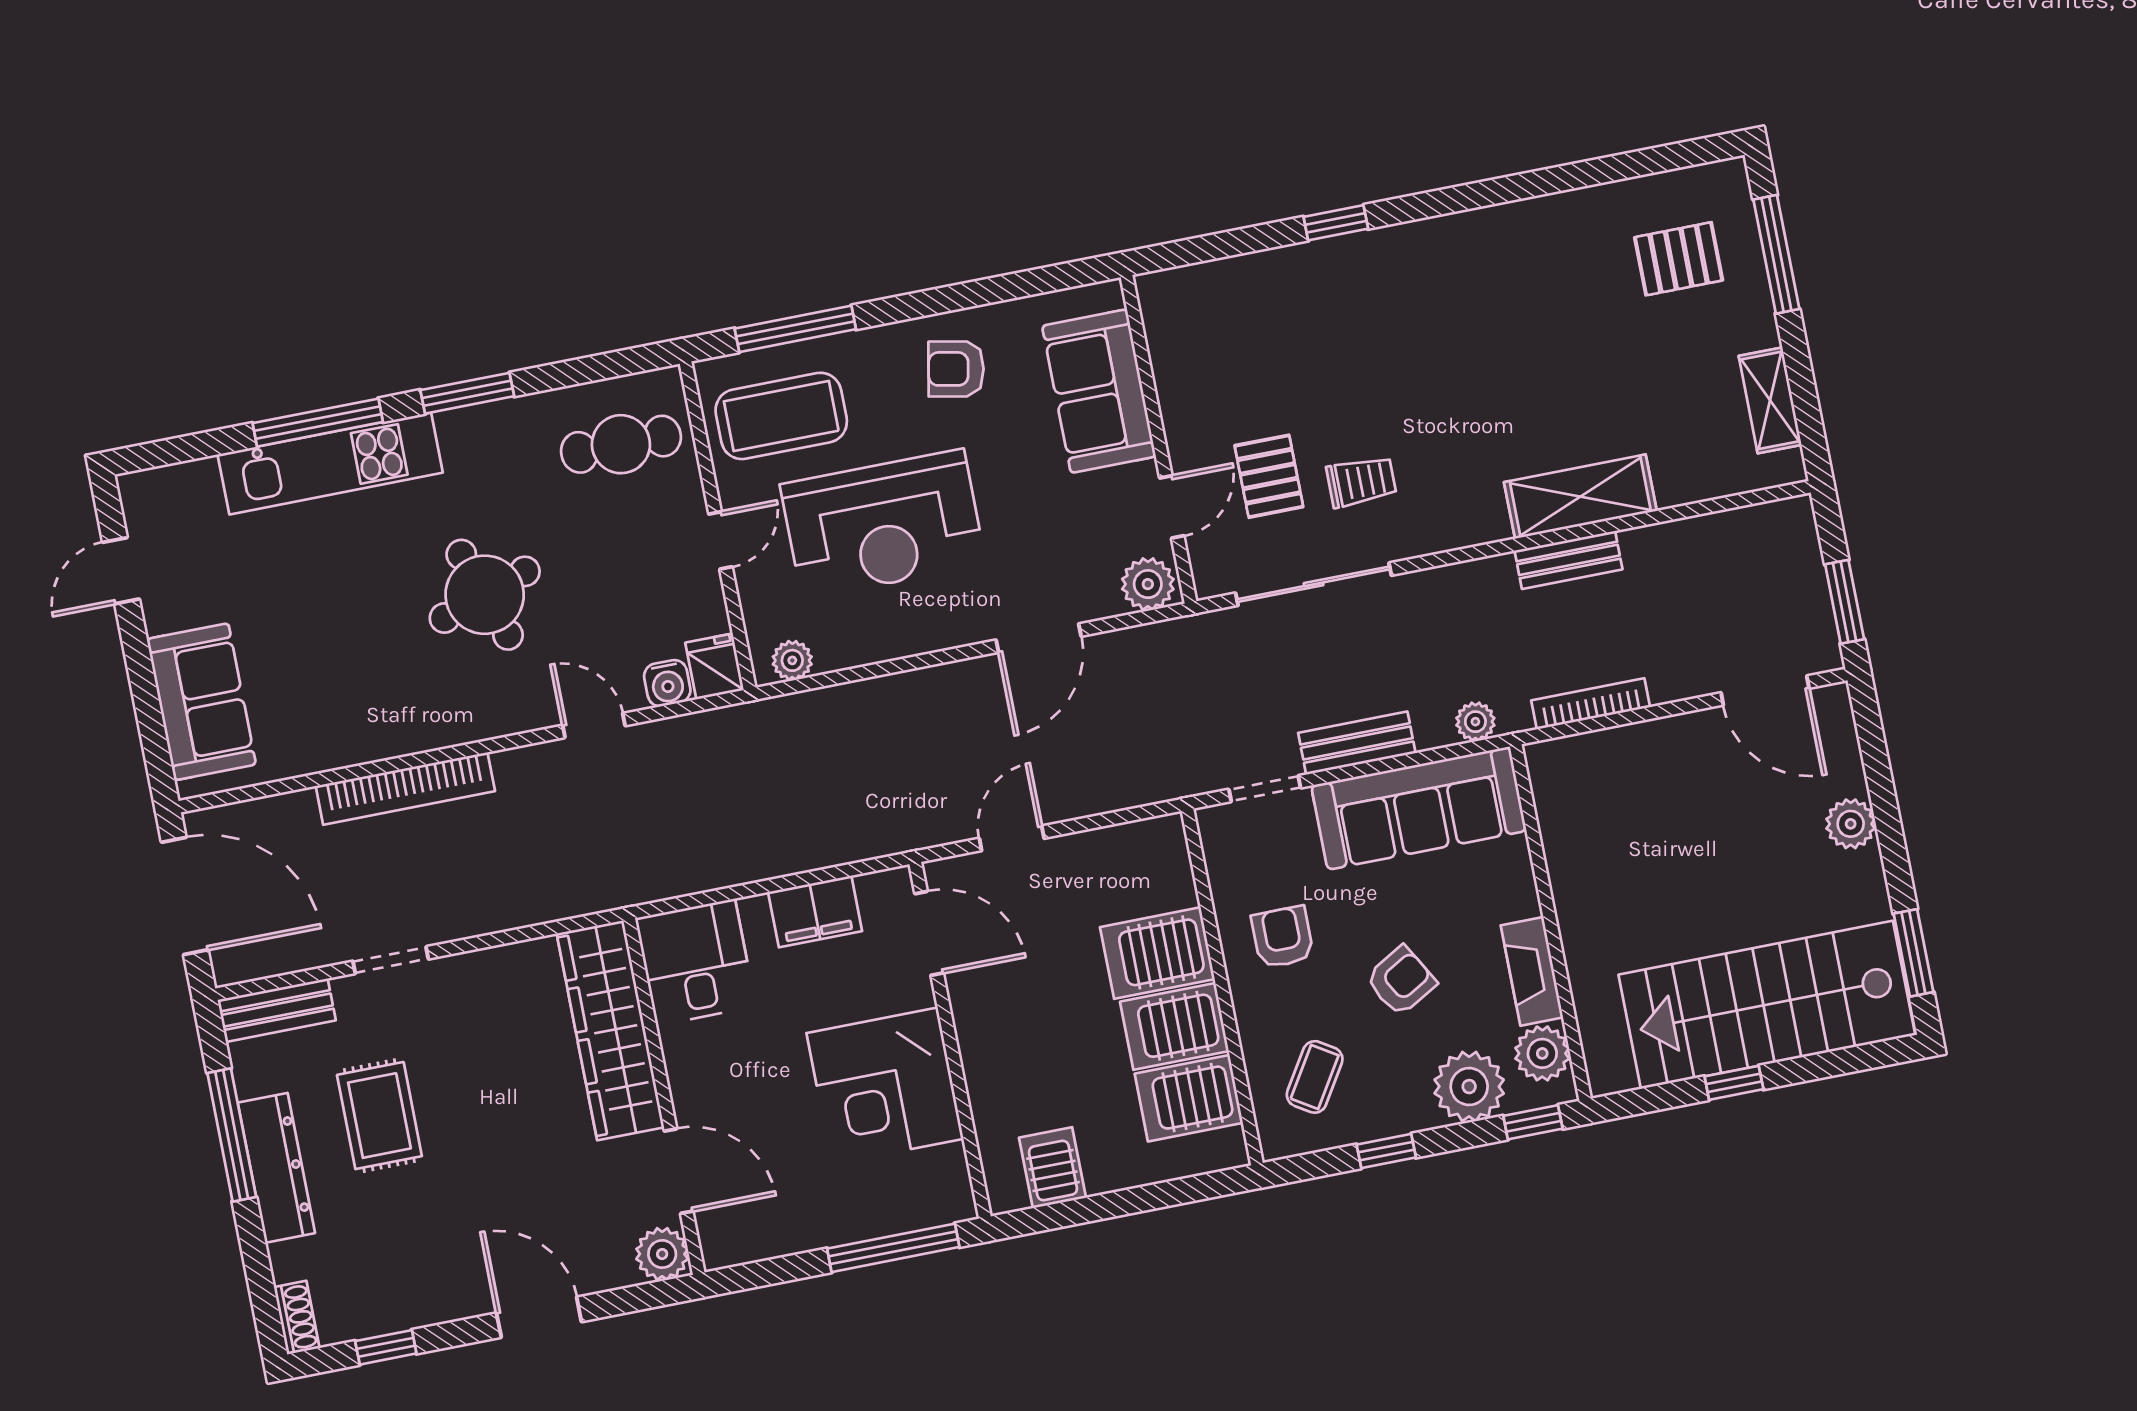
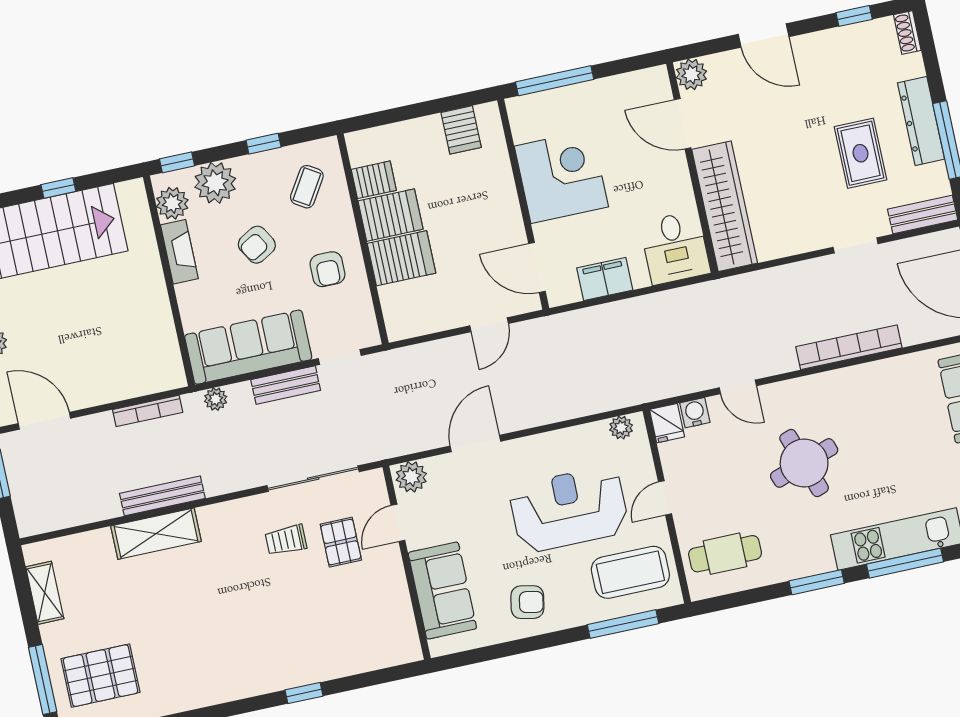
pallet: (1679, 259) -> (101, 676), width x1.50, depth x1.42
bench: (1568, 560) -> (162, 496), width x1.36
server rack: (1189, 1098) -> (374, 180), width x0.73, depth x0.70

